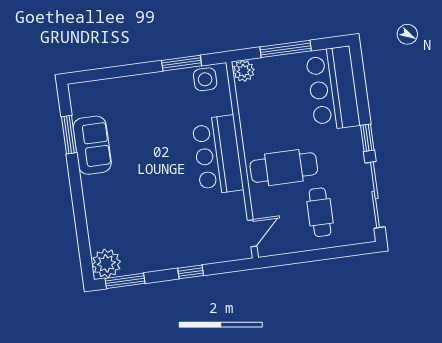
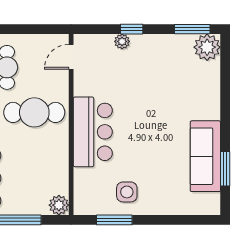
side table: (205, 79) -> (127, 192), moved
sofa: (92, 145) -> (205, 156), width x1.36
plant: (199, 257) -> (122, 41), added

